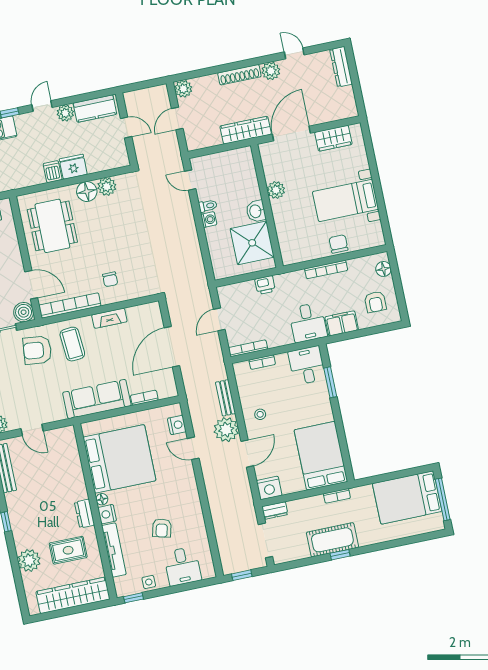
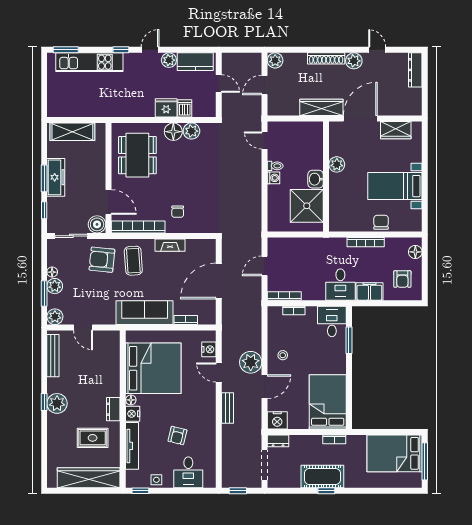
dishwasher: (53, 172) -> (185, 108), moved
printer: (265, 285) -> (310, 245), removed
bench: (226, 398) -> (227, 408), moved
plant: (29, 560) -> (57, 403), moved

